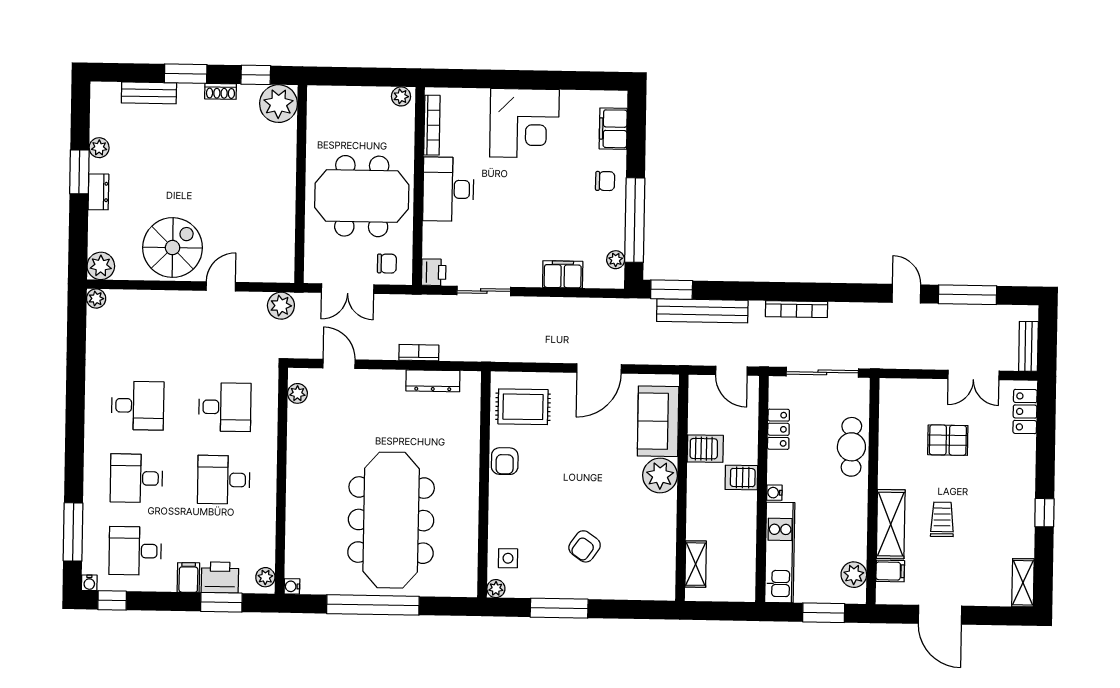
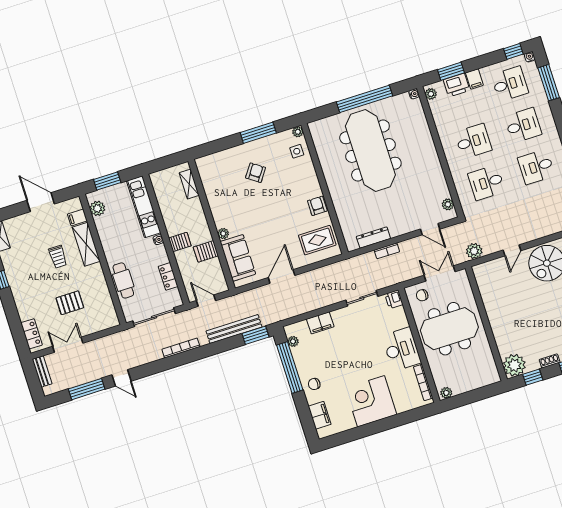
plant: (660, 476) -> (223, 234), width x0.53, depth x0.53

